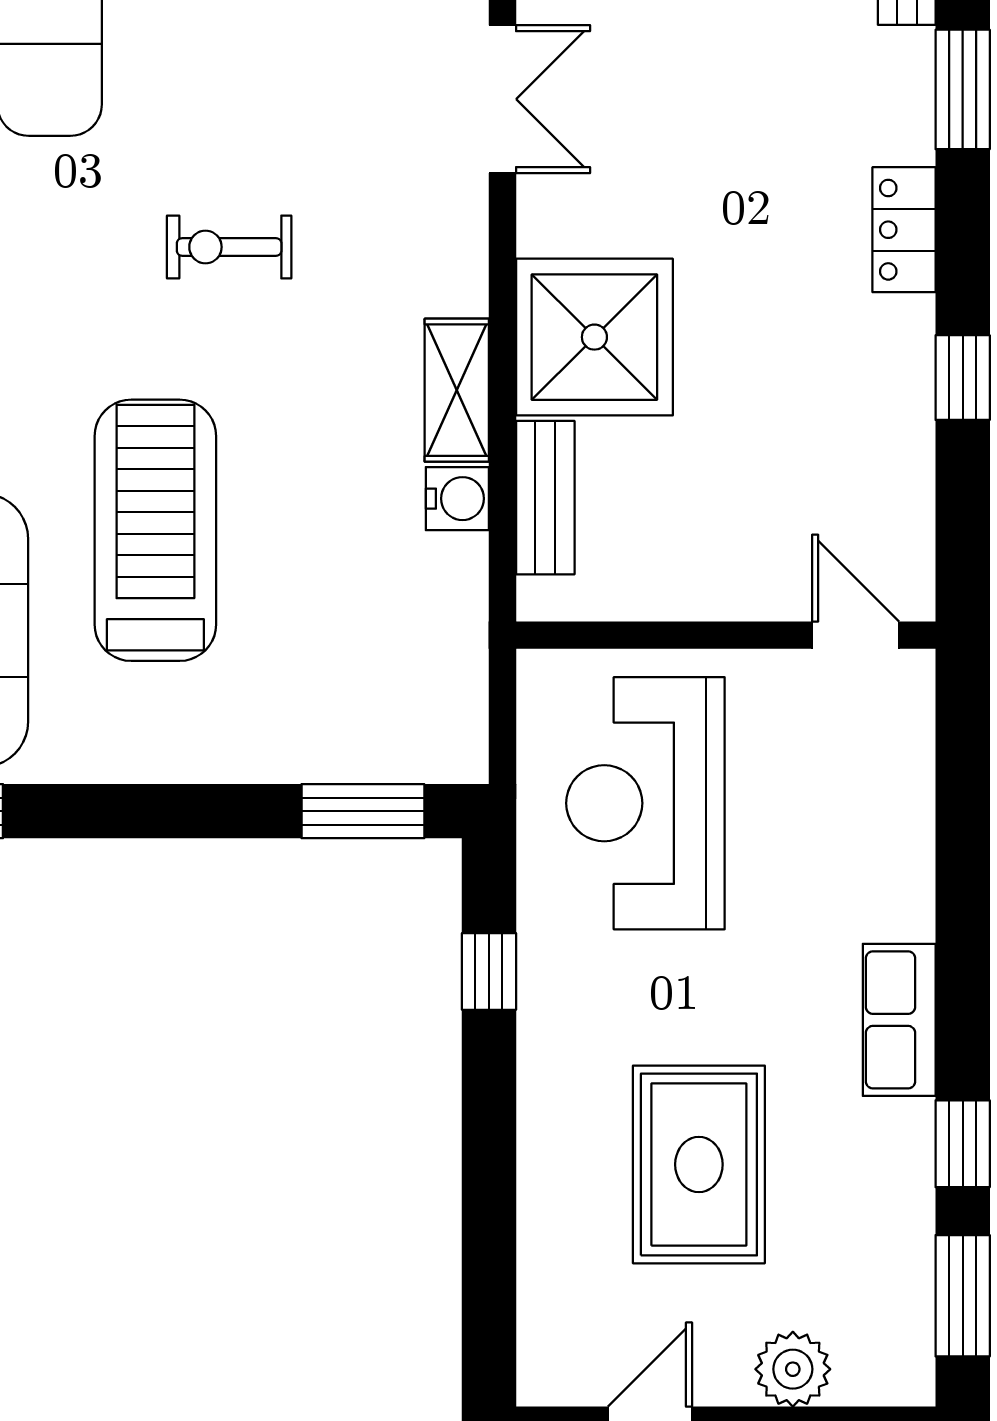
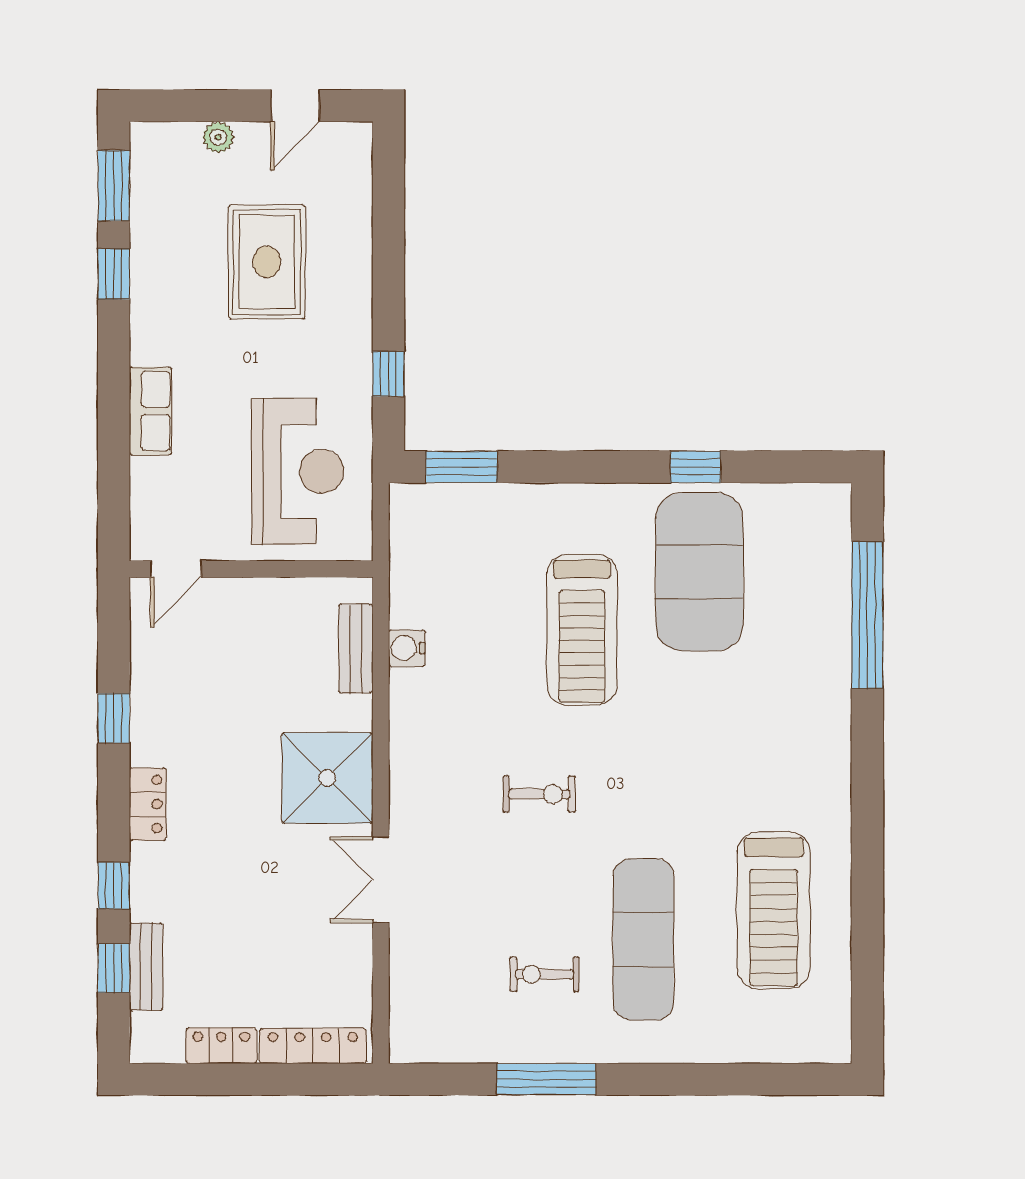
window: (963, 89) -> (114, 885), width x0.67
shower: (594, 337) -> (327, 778), moved
shelving: (457, 390) -> (407, 711), removed
door: (856, 635) -> (176, 569), hinge flipped
row of seats: (899, 1020) -> (151, 411), moved
plant: (793, 1369) -> (218, 137), width x0.73, depth x0.73

